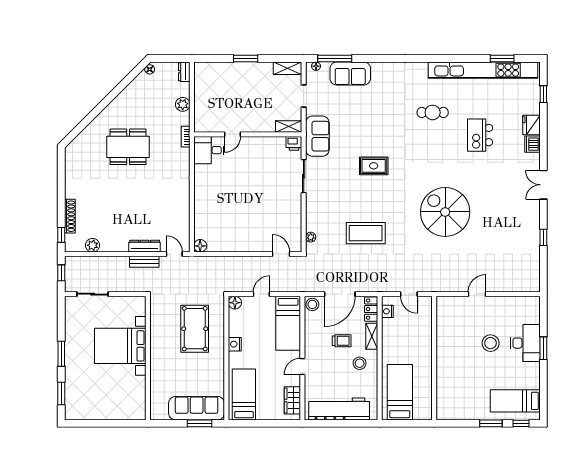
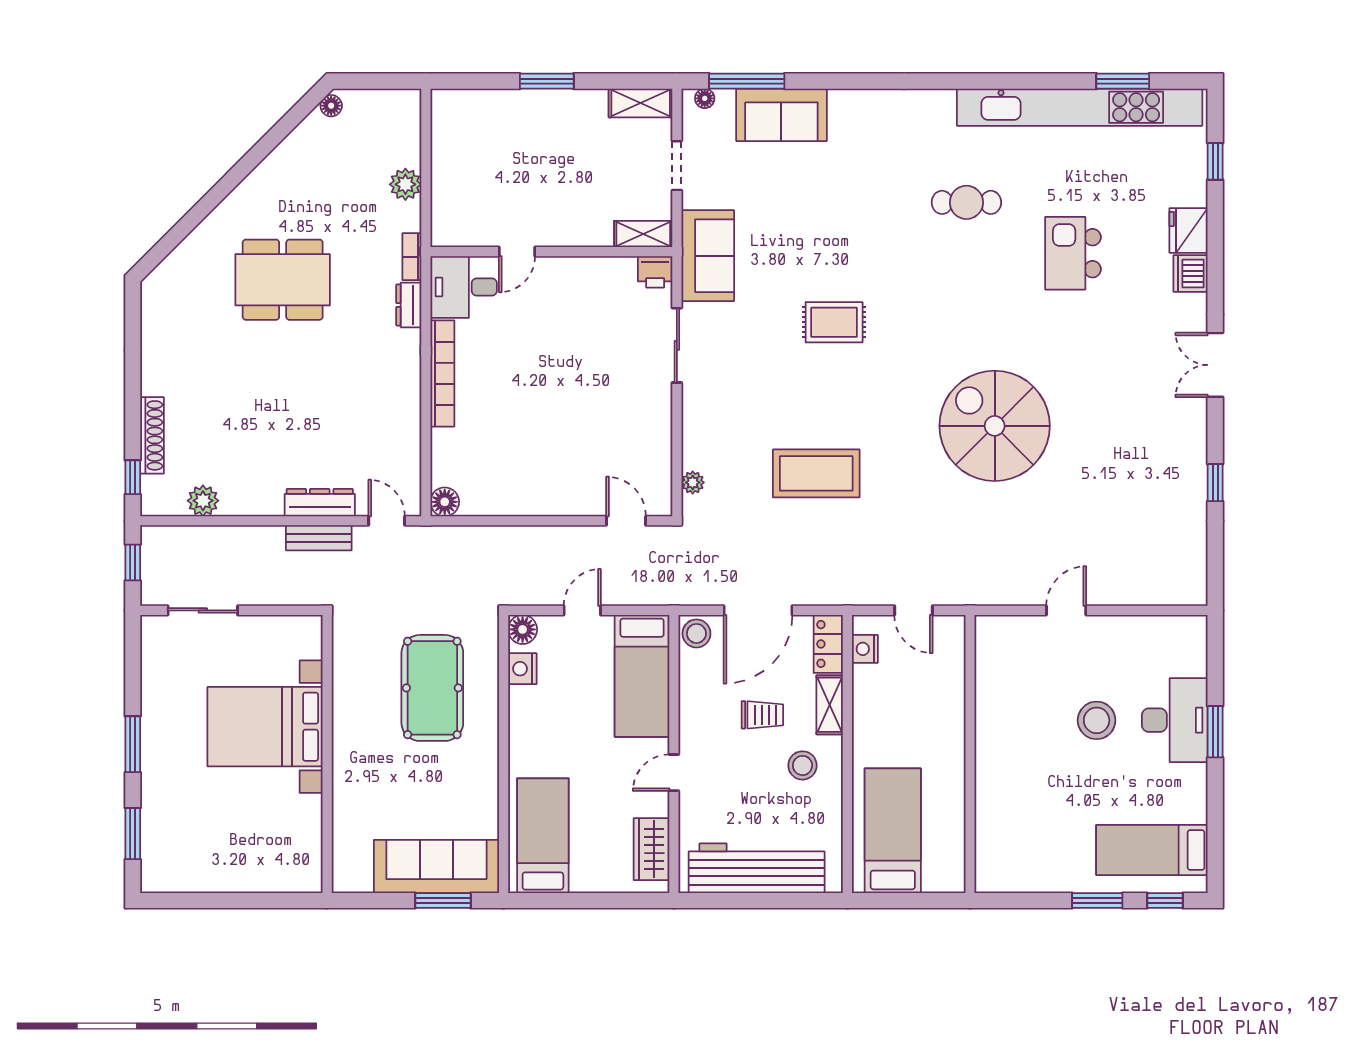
dresser: (184, 72) -> (409, 305), moved
bookcase: (199, 189) -> (442, 373), added
nightstand: (235, 344) -> (522, 669), moved

